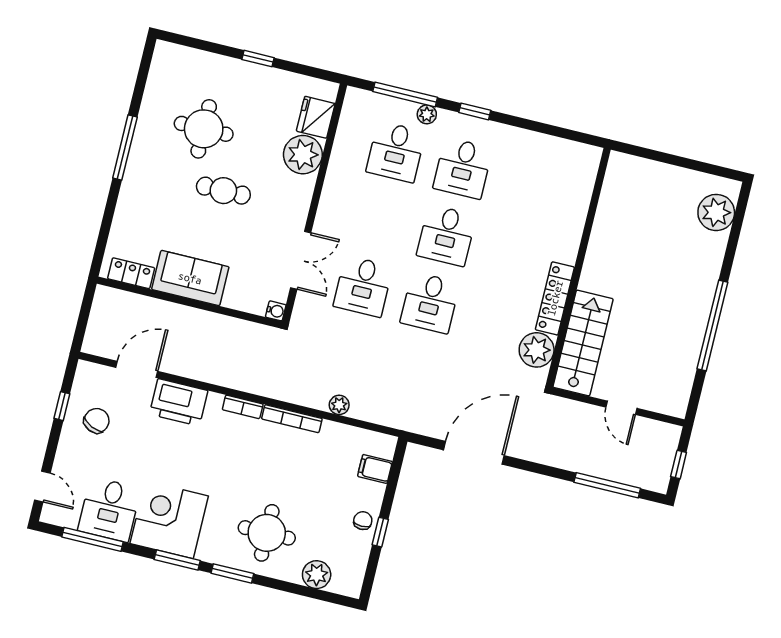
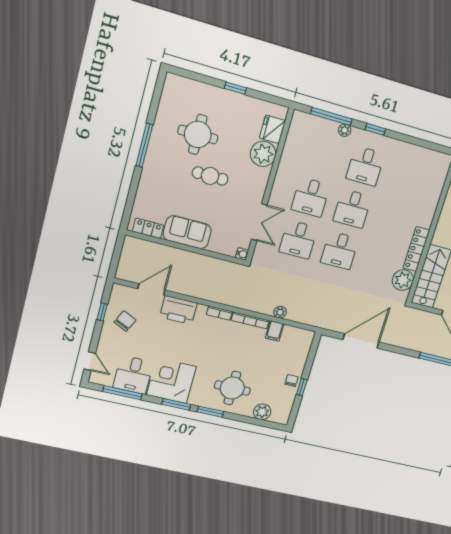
desk: (396, 152) -> (311, 197), moved
filing cabinet: (375, 469) -> (275, 331), moved, turned -90

